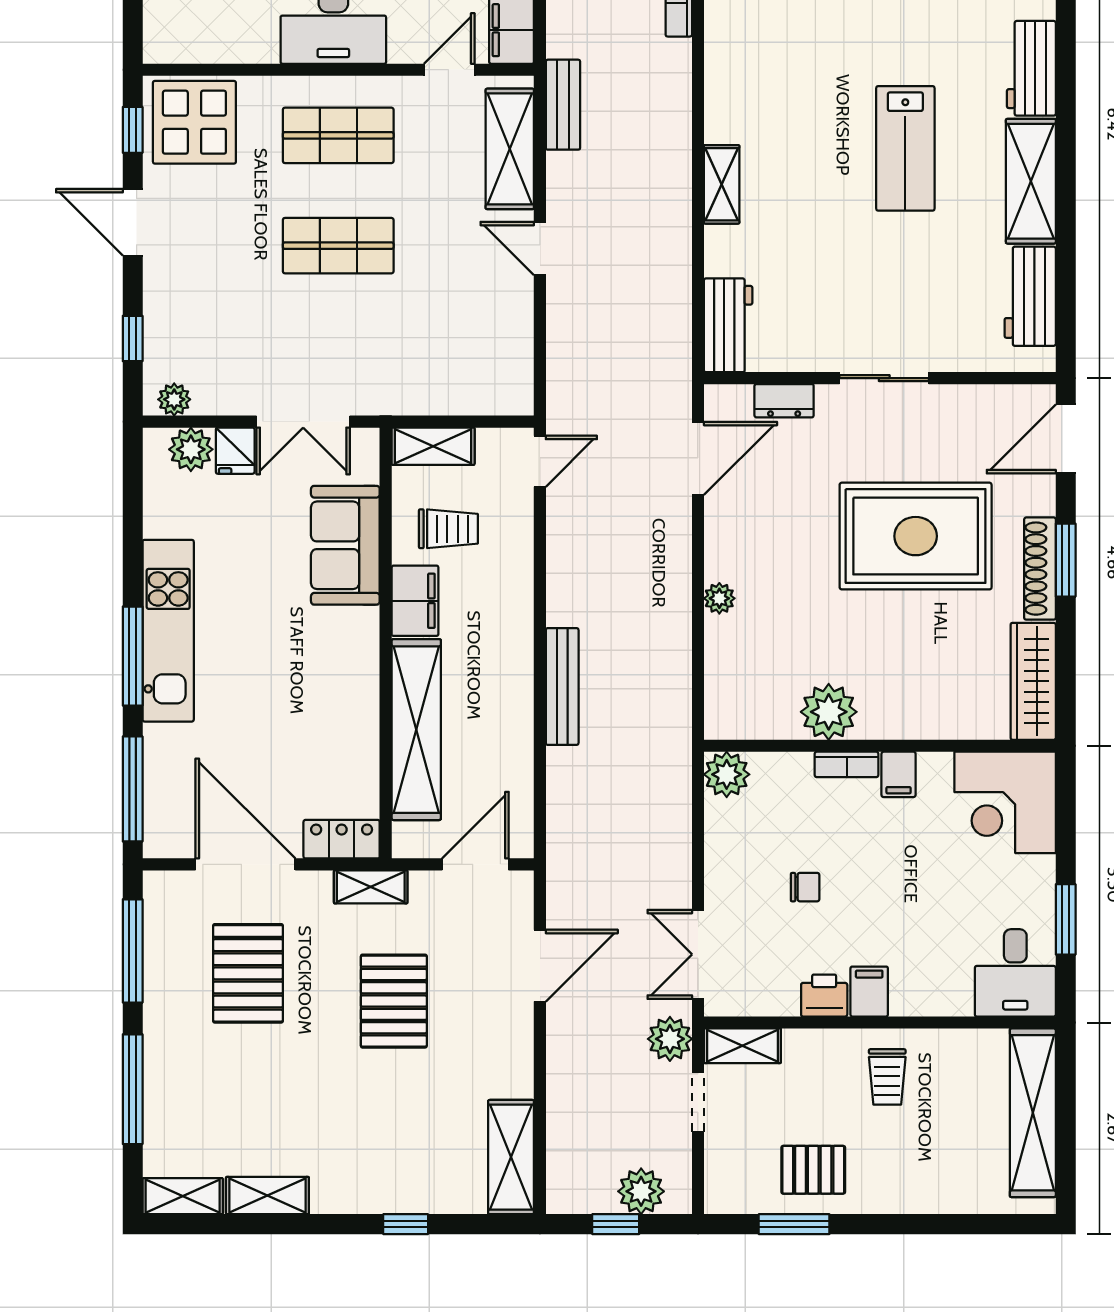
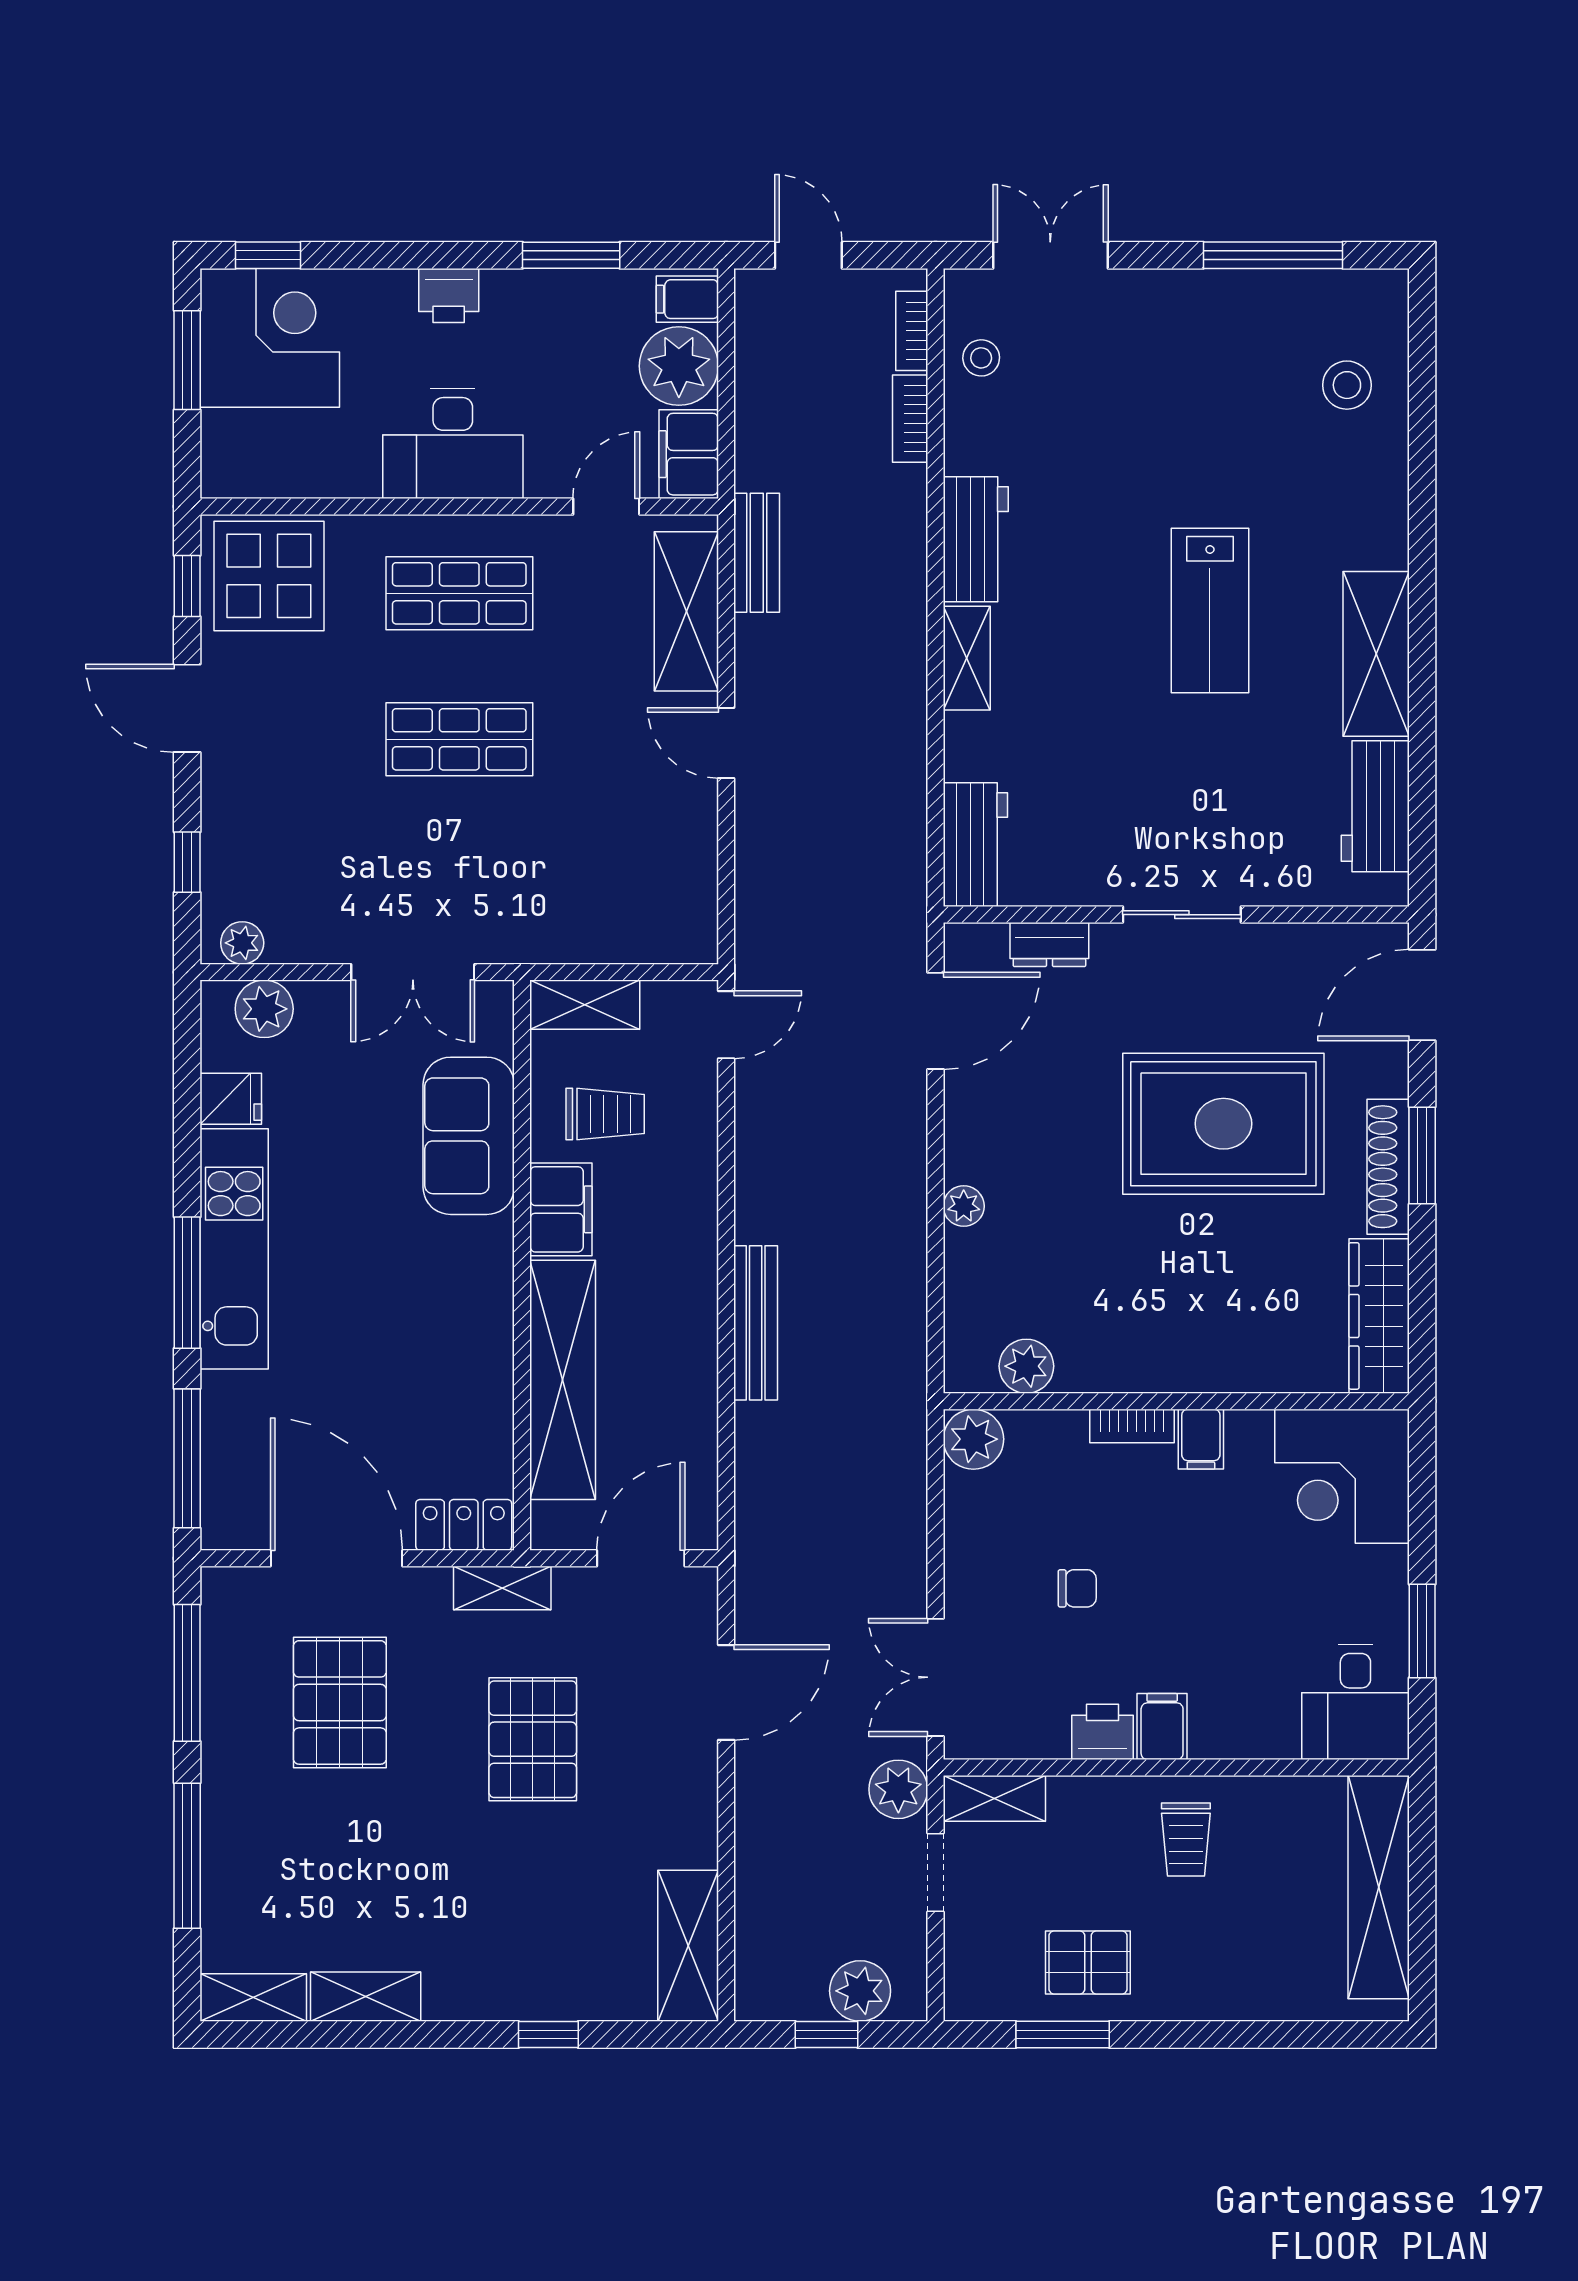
workbench: (1031, 68) -> (976, 539), moved, turned 180
fridge: (235, 451) -> (231, 1099), moved, turned -90
plant: (829, 712) -> (1026, 1366), moved, width x0.73, depth x0.73

